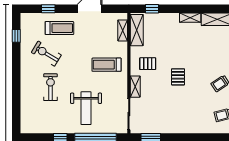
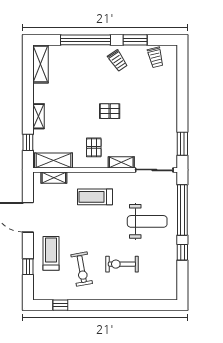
shelving: (190, 18) -> (39, 116), moved
exercise bike: (46, 54) -> (82, 269), turned -41
treadmill: (107, 65) -> (95, 197), turned 90

